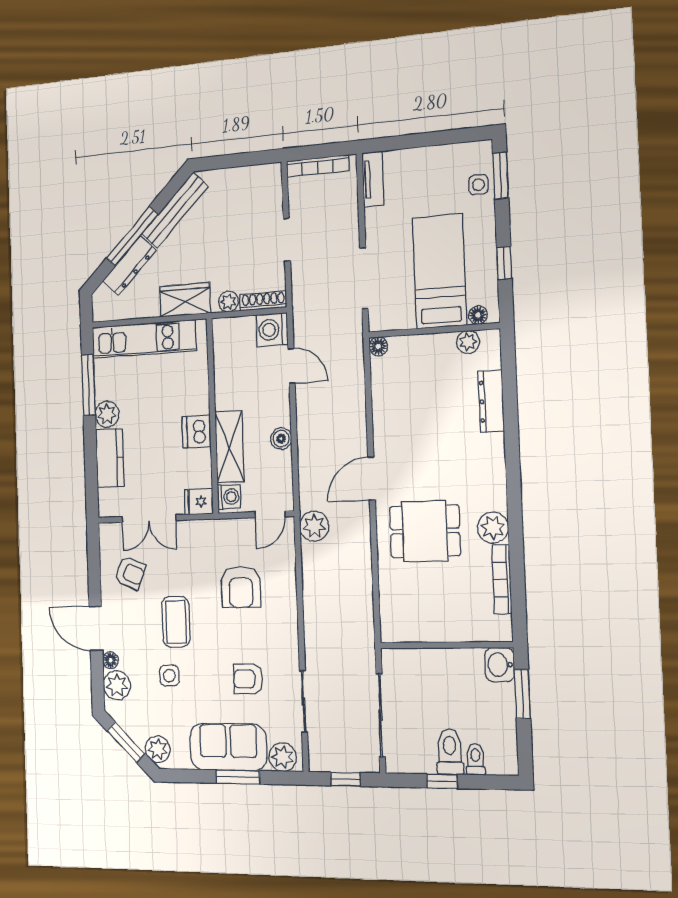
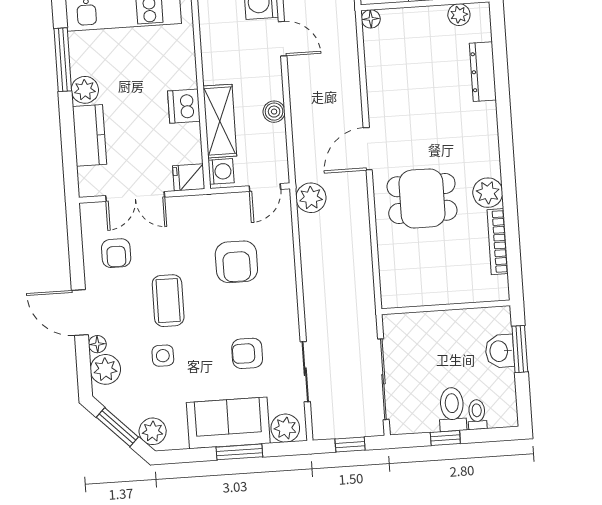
armchair: (130, 573) -> (116, 253), turned 67
washbasin: (500, 665) -> (500, 351), moved

